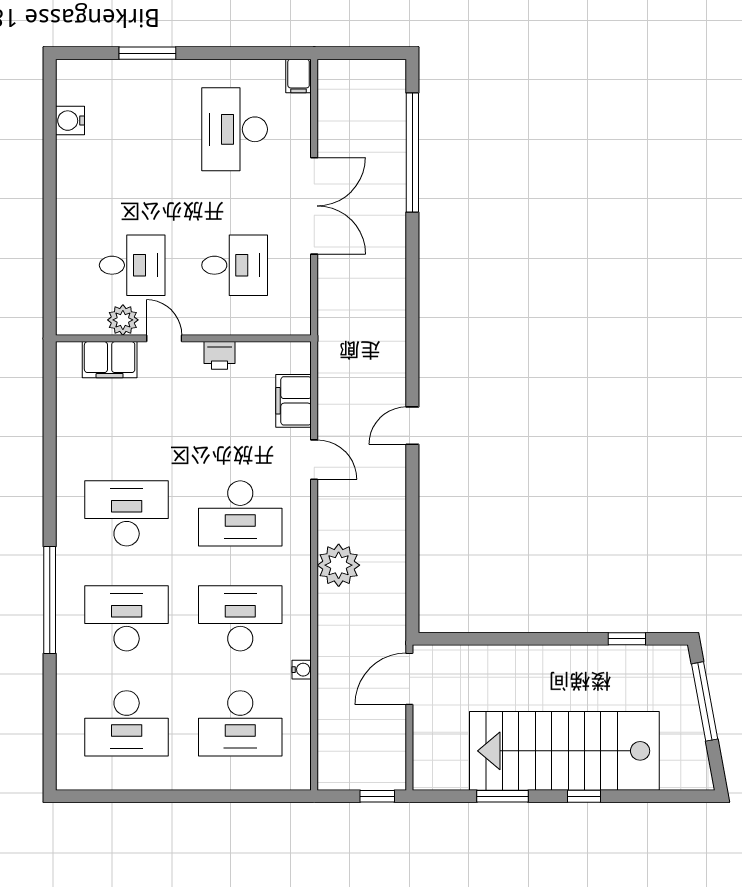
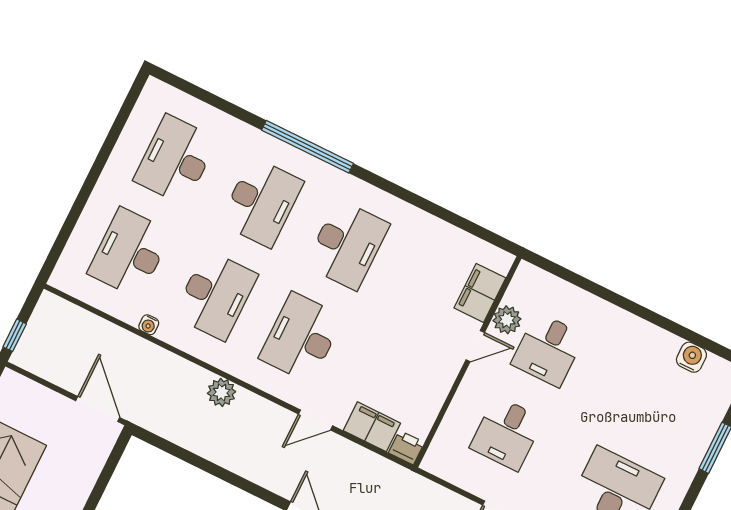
printer: (220, 355) -> (406, 448), moved, turned 90
plant: (339, 565) -> (222, 392), width x0.73, depth x0.73

